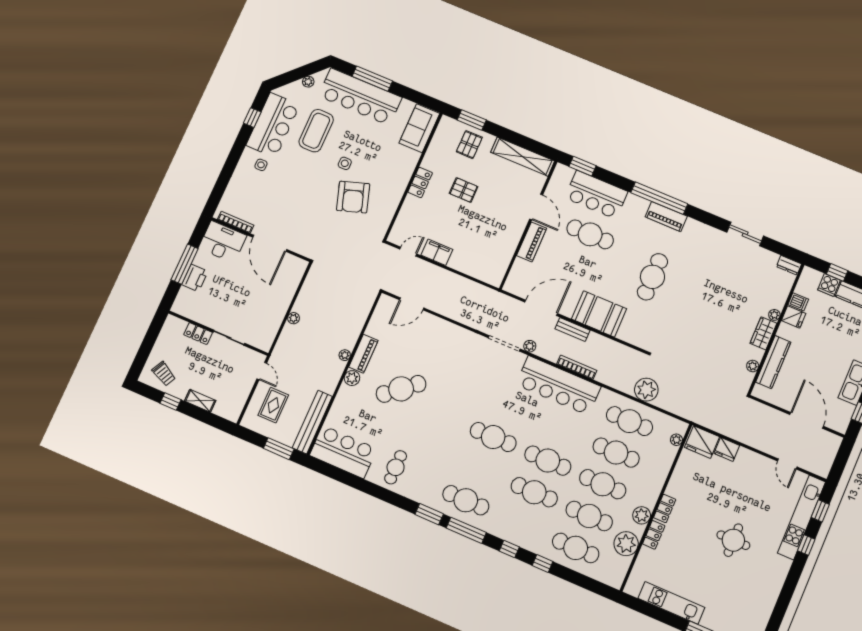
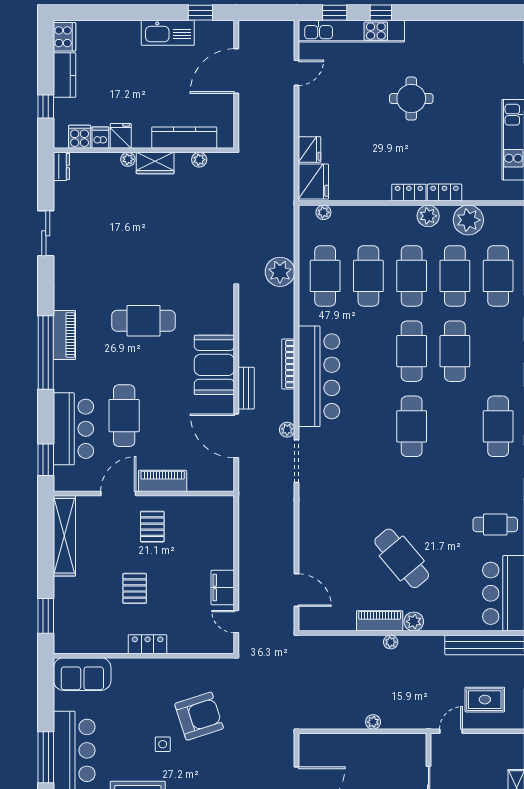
pallet: (469, 145) -> (152, 527), moved, turned 90
cooker: (829, 285) -> (80, 137), moved, turned -90

